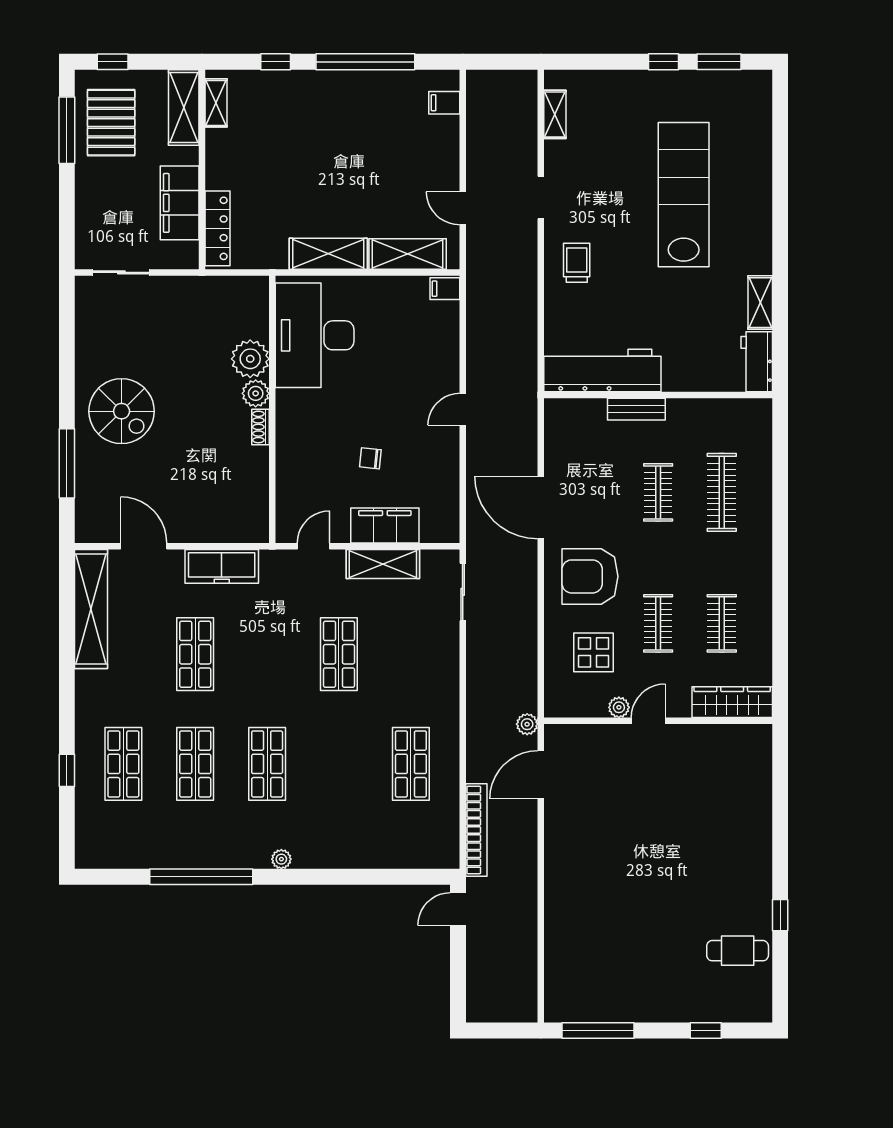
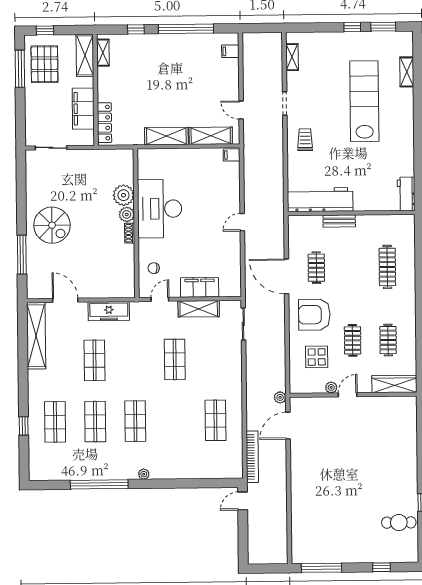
shelving: (760, 303) -> (407, 72), moved
desk: (315, 335) -> (160, 209), moved
chair: (370, 458) -> (154, 268), moved
clothes rail: (658, 492) -> (316, 268), moved

